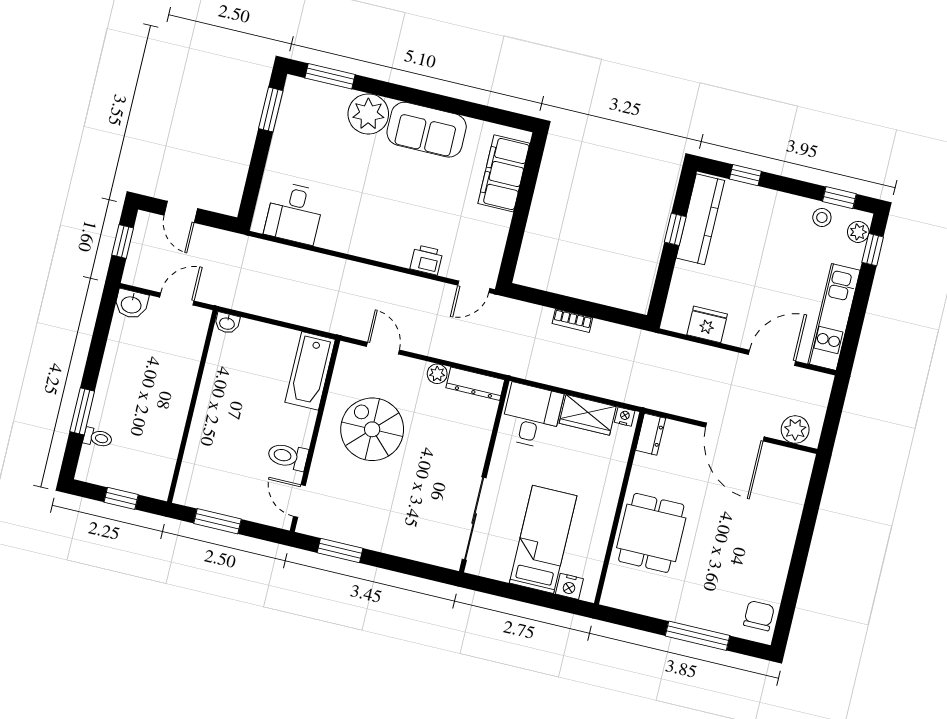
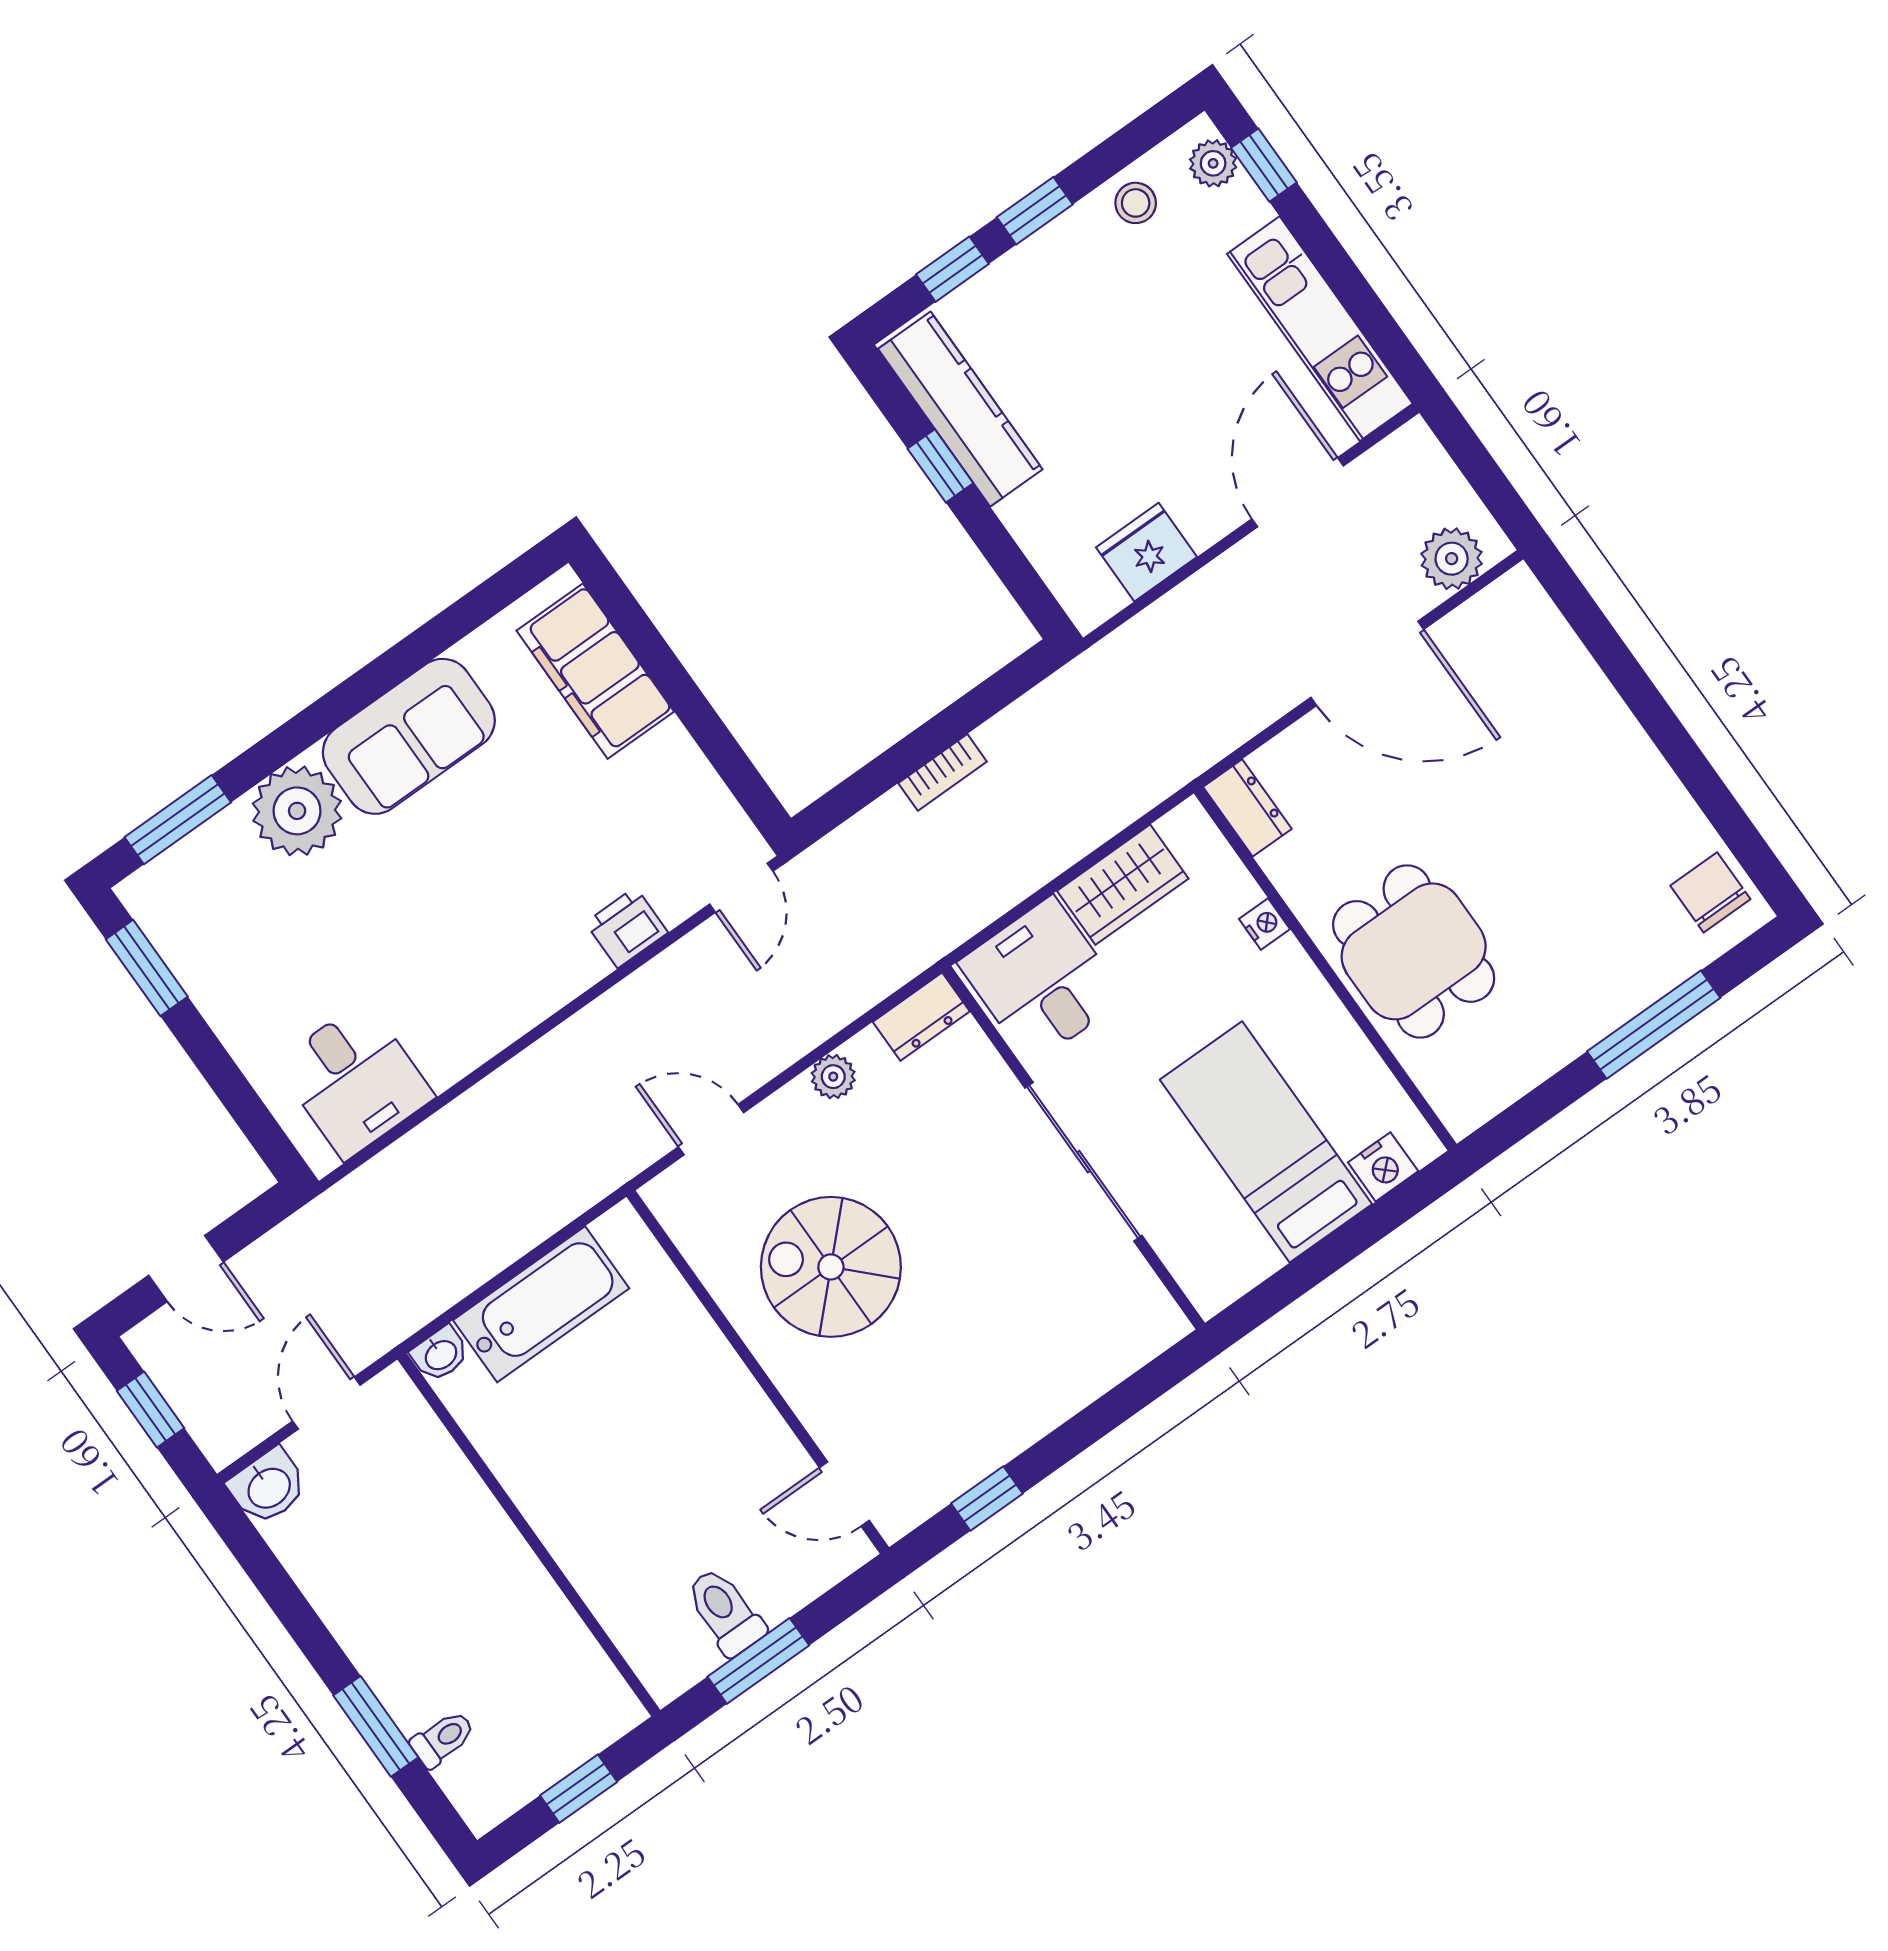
window: (839, 198) -> (1035, 211), moved
bathtub: (310, 371) -> (541, 1304), moved, turned -90
dresser: (475, 384) -> (921, 1017), width x0.70
nightstand: (625, 417) -> (1265, 924), moved, turned 90
toilet: (288, 456) -> (725, 1612), moved, turned 90
sliding door: (474, 519) -> (1084, 1162), moved
window: (340, 551) -> (987, 1498), width x0.67

